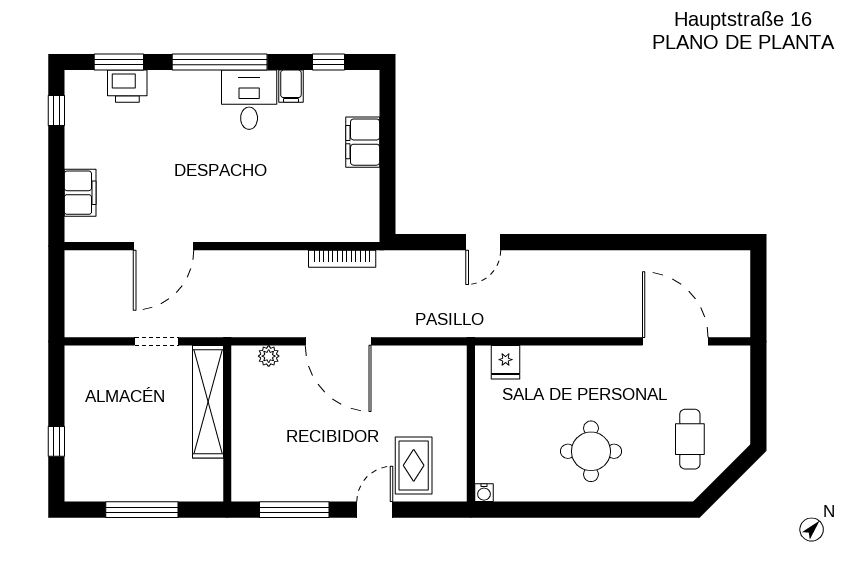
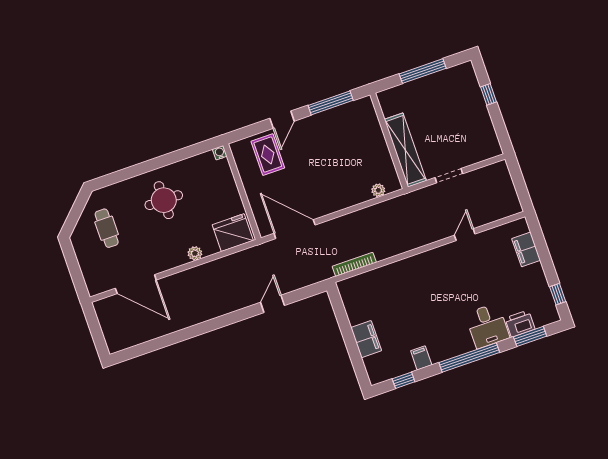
desk: (249, 100) -> (487, 326), moved
door: (164, 246) -> (465, 235), width x0.53
door: (338, 341) -> (295, 229), moved
plant: (572, 357) -> (195, 253), added
fridge: (506, 362) -> (233, 233), width x1.88, depth x1.34

